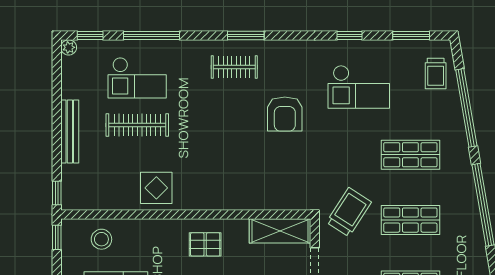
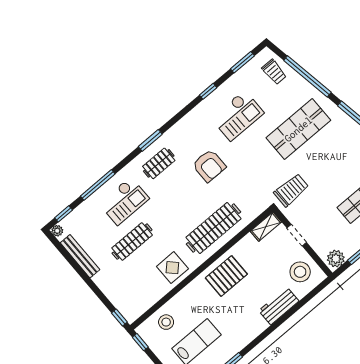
checkout: (137, 78) -> (124, 201), moved
bench: (70, 131) -> (80, 256), moved
shop shelf: (410, 155) -> (298, 129), width x1.43, depth x1.36
clothes rail: (234, 183) -> (214, 228), added
trolley: (349, 212) -> (291, 190), turned 57
shop shelf: (410, 220) -> (329, 165), removed
shelving: (280, 231) -> (266, 227), width x0.67, depth x0.75
pallet: (205, 244) -> (226, 276), width x1.50, depth x1.42

